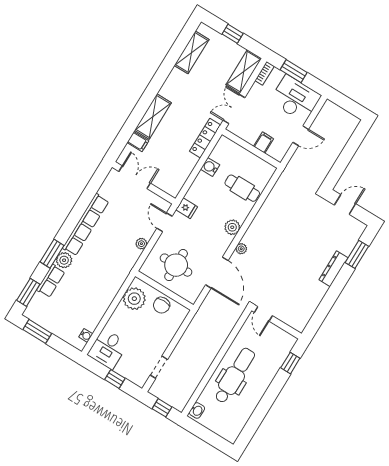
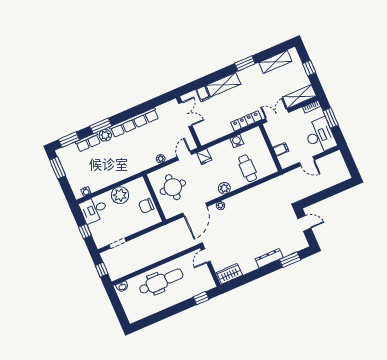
window: (160, 77) -> (245, 63), added
plant: (134, 299) -> (120, 195), moved
wardrobe: (303, 316) -> (229, 274), added

